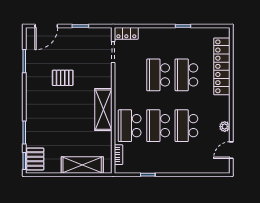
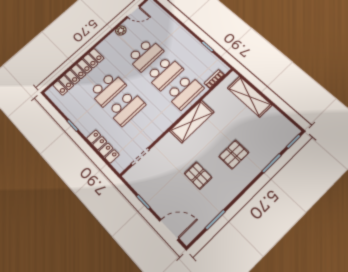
locker: (126, 33) -> (103, 146), moved, width x1.53
pallet: (35, 159) -> (234, 155), moved

